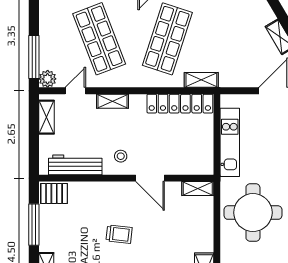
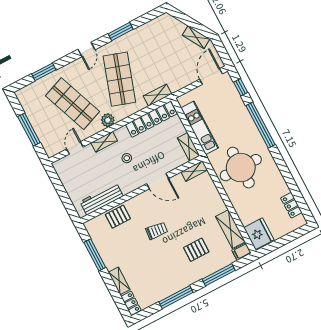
window: (34, 57) -> (29, 130), moved
plant: (48, 79) -> (108, 120), moved
shelving: (47, 117) -> (189, 147), moved
stool: (121, 156) -> (127, 158), moved
pallet: (54, 193) -> (118, 217), moved

